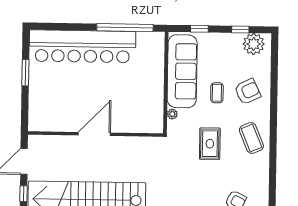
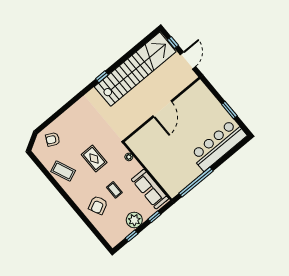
plant: (254, 44) -> (134, 220), moved
bar counter: (82, 46) -> (218, 145), width x0.73
sofa: (182, 71) -> (150, 189), width x0.74, depth x0.79
coffee table: (251, 138) -> (63, 171), moved

